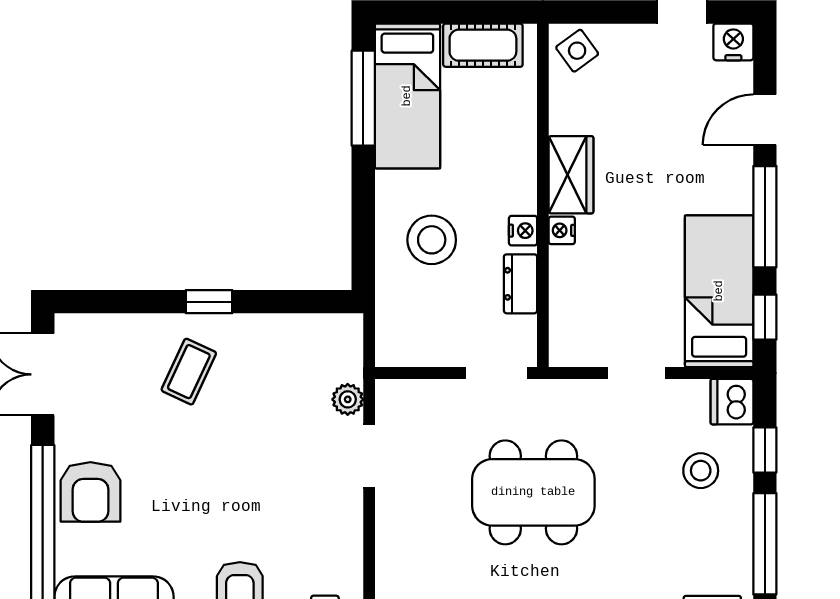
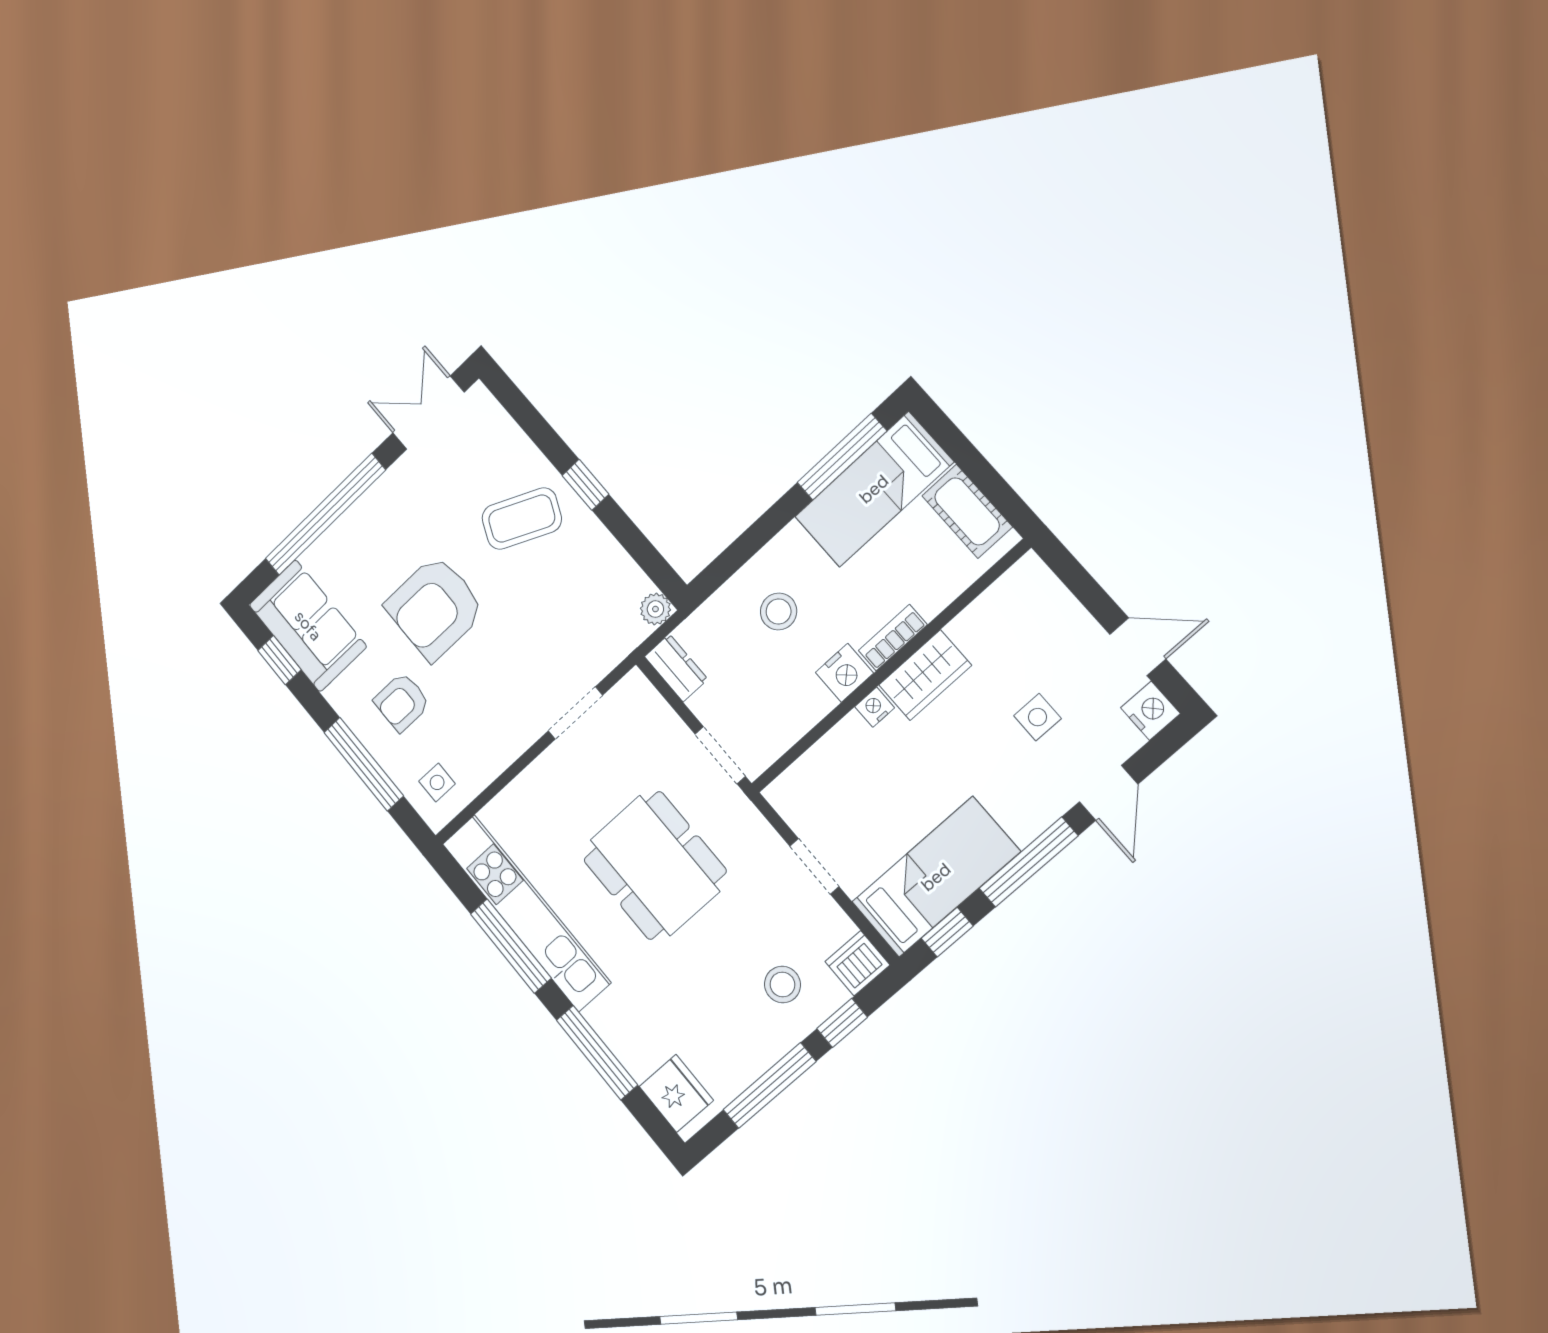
side table: (577, 51) -> (1038, 717), moved, turned 36
door: (765, 120) -> (1108, 793), swing flipped
bookcase: (524, 175) -> (893, 638), added
nightstand: (523, 231) -> (844, 673), width x1.39, depth x1.35
stool: (432, 240) -> (779, 611), width x0.73, depth x0.73
dresser: (520, 284) -> (676, 668), moved, turned 90
coffee table: (189, 372) -> (522, 519), width x1.36, depth x1.30
plant: (348, 399) -> (655, 609), moved
armchair: (90, 492) -> (435, 608), moved, width x1.36, depth x1.36

